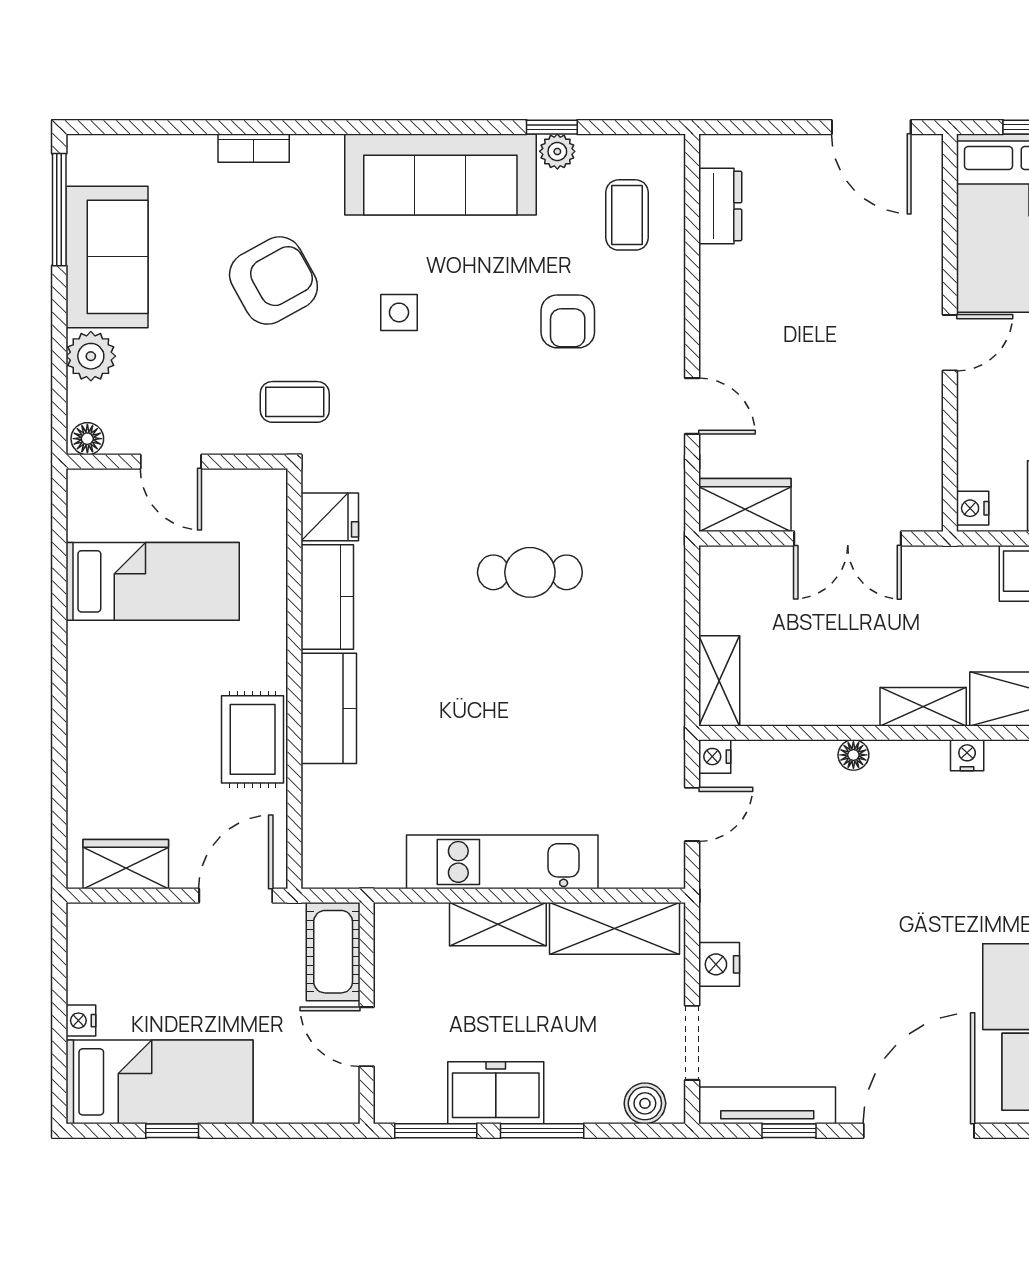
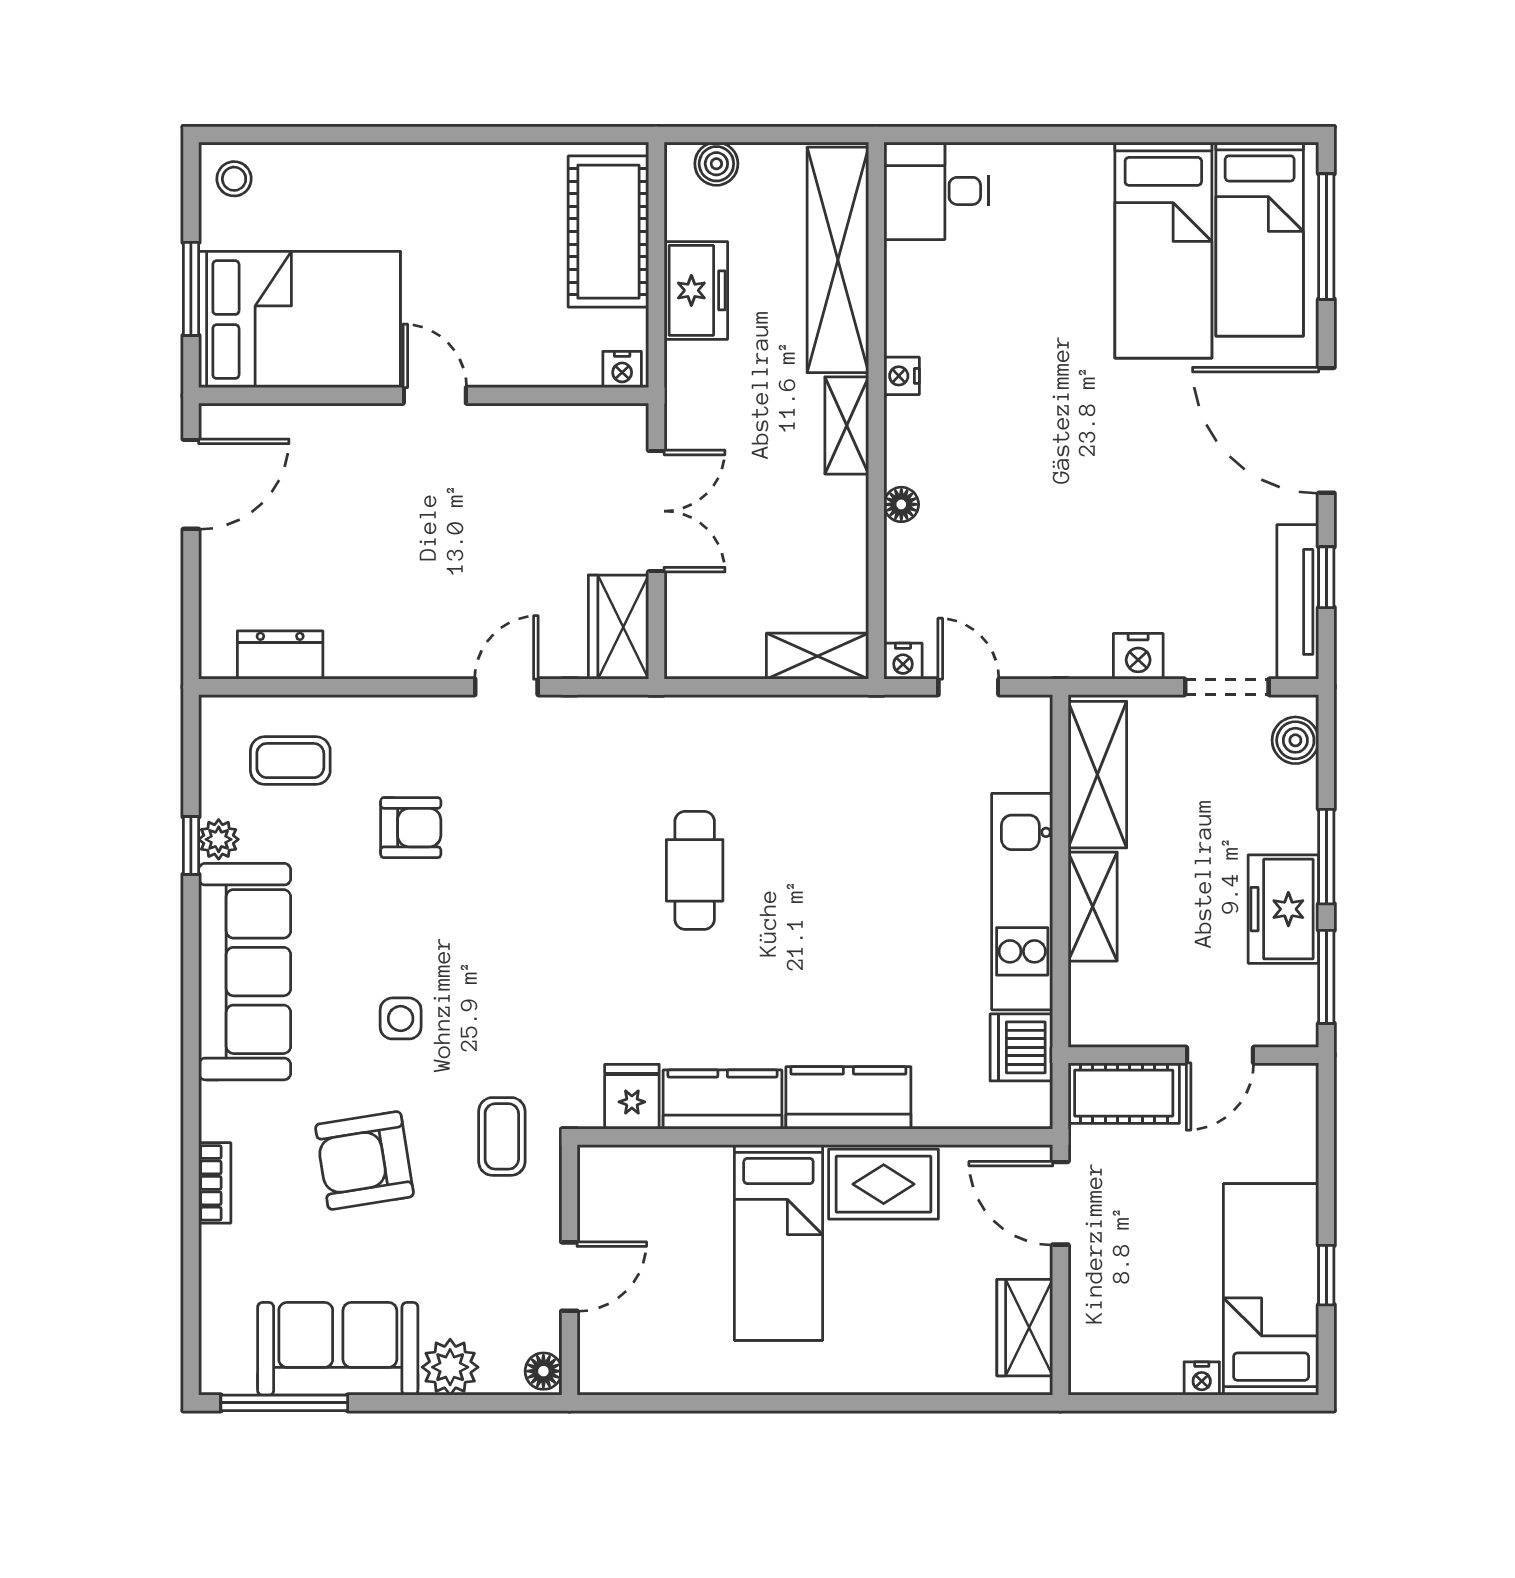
armchair: (273, 280) -> (364, 1160), turned -70
bed: (153, 581) -> (778, 1242), moved, turned 180
dishwasher: (373, 861) -> (1021, 1047), added

